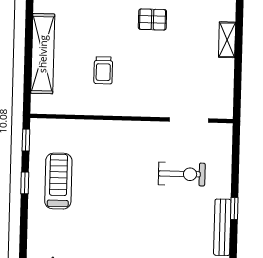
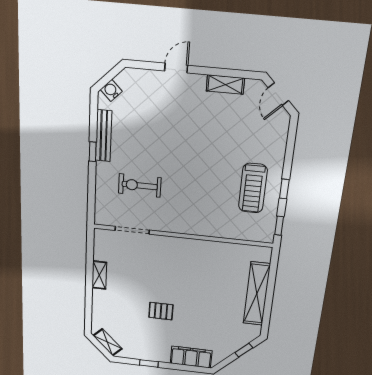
shelving: (227, 40) -> (99, 275), moved
trolley: (103, 70) -> (205, 276), removed

